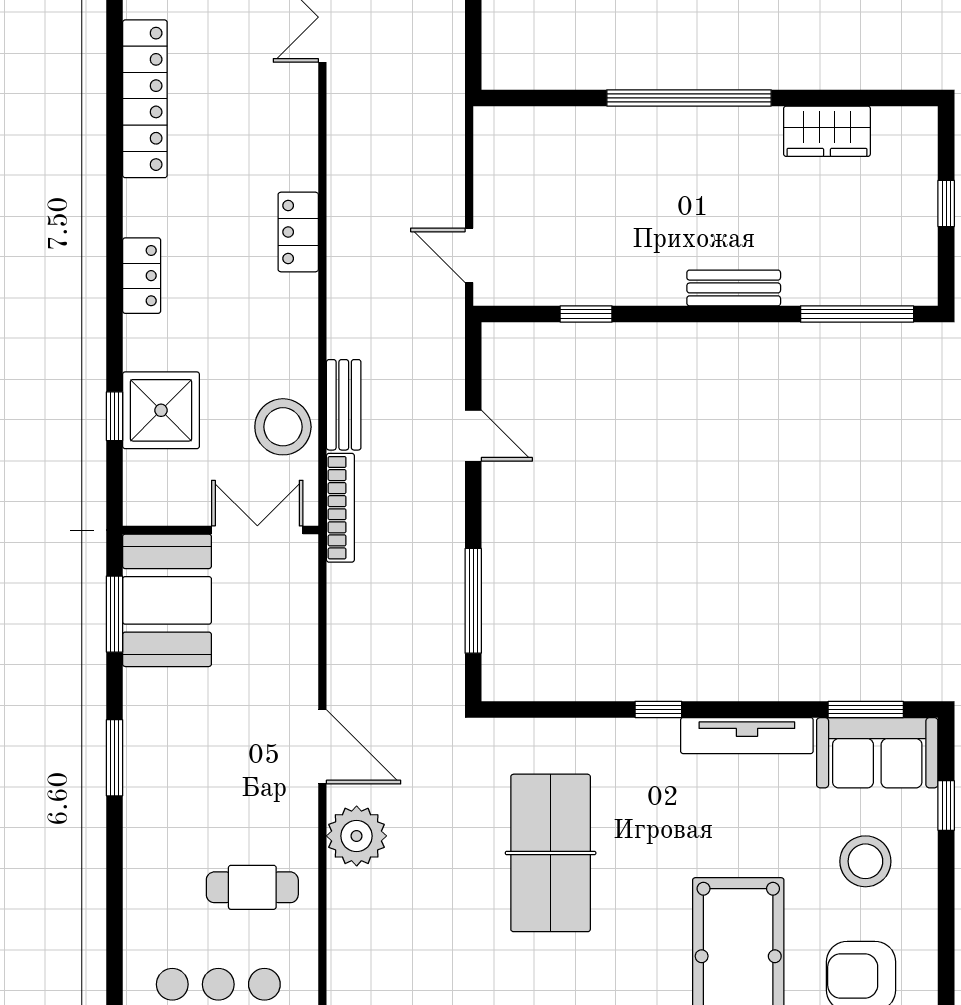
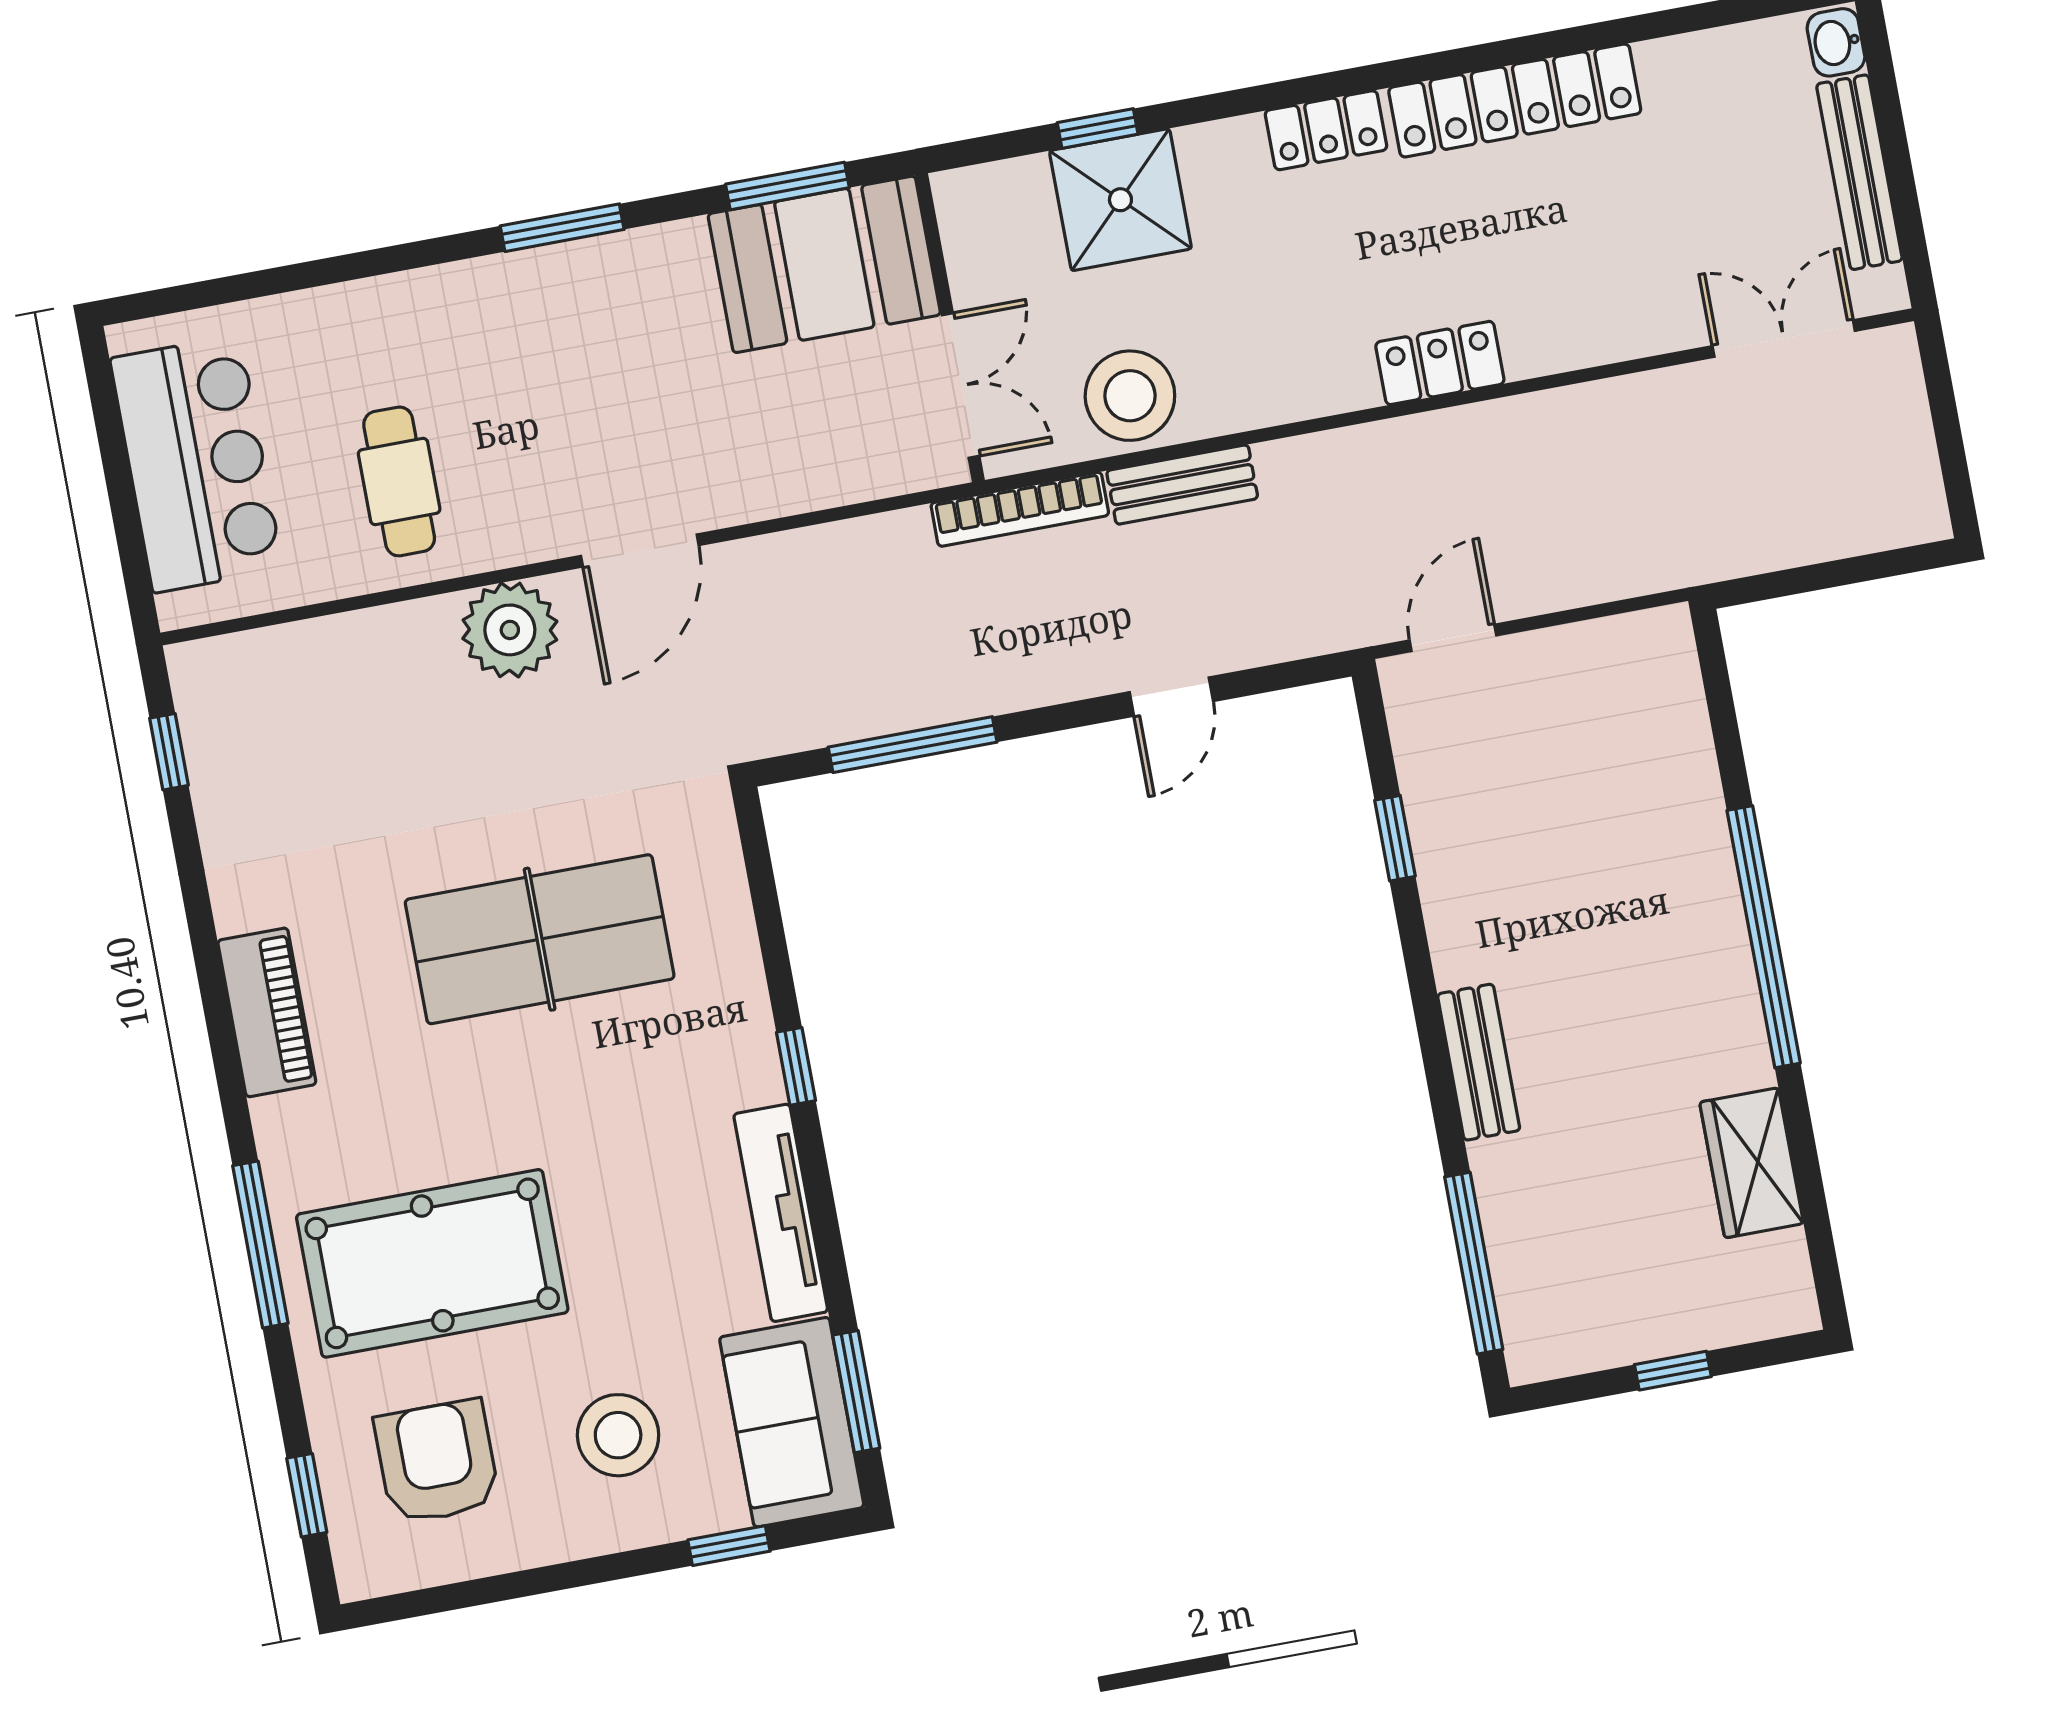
locker: (145, 99) -> (1515, 101), moved

